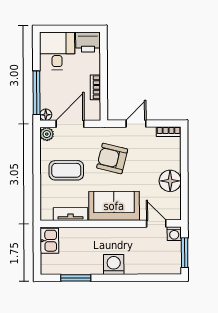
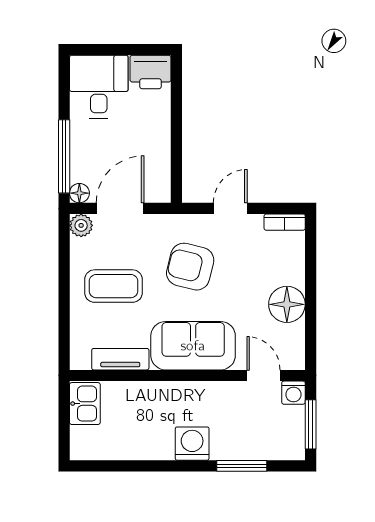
bookcase: (95, 87) -> (163, 148), removed
window: (76, 278) -> (242, 466), moved

